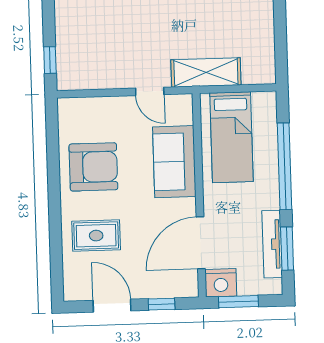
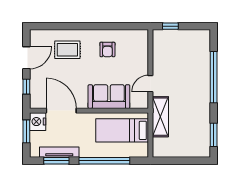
armchair: (93, 167) -> (107, 49), width x0.53, depth x0.53
rug: (96, 236) -> (67, 50), turned 90

